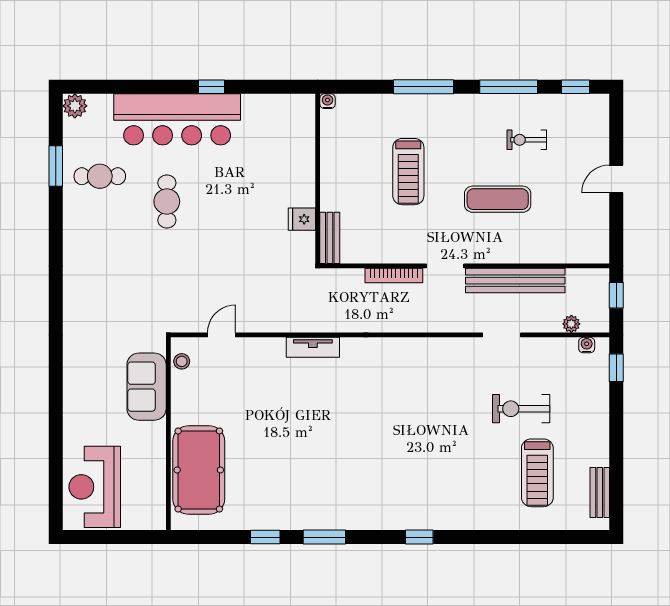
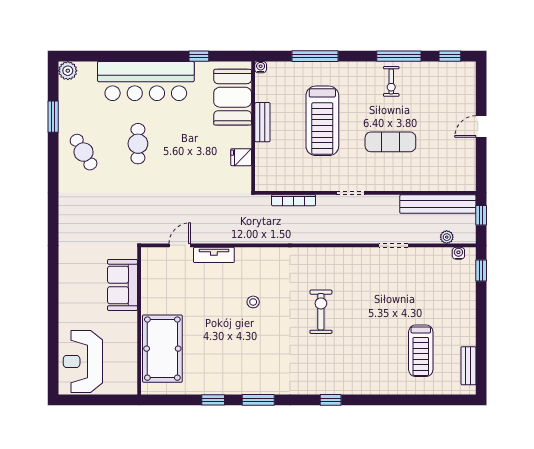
window: (212, 87) -> (199, 56), moved
window: (424, 87) -> (315, 56), moved
exercise bike: (527, 140) -> (391, 81), moved, turned -90
booth: (291, 141) -> (233, 97), added
treadmill: (408, 172) -> (322, 121), width x1.37, depth x1.38
cafe table: (100, 176) -> (84, 152), moved, turned 60
bench: (330, 238) -> (262, 122), moved
bookcase: (394, 276) -> (294, 200), moved
bench: (515, 281) -> (438, 204), moved
tv unit: (313, 347) -> (214, 255), moved
stool: (182, 361) -> (253, 302), moved
exercise bike: (521, 409) -> (321, 312), moved, turned 90

